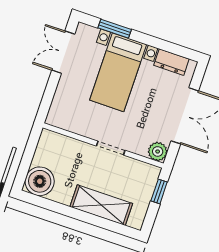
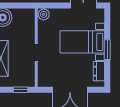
window: (115, 29) -> (107, 50), moved
plant: (158, 151) -> (44, 14), moved

